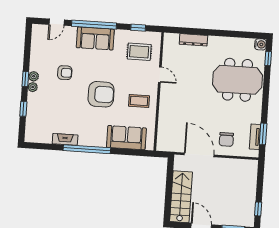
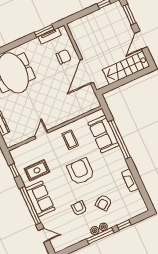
rug: (139, 52) -> (37, 170), moved, turned 90
window: (25, 79) -> (100, 236), width x2.17
armchair: (57, 100) -> (104, 203), added
window: (87, 149) -> (119, 139), moved

